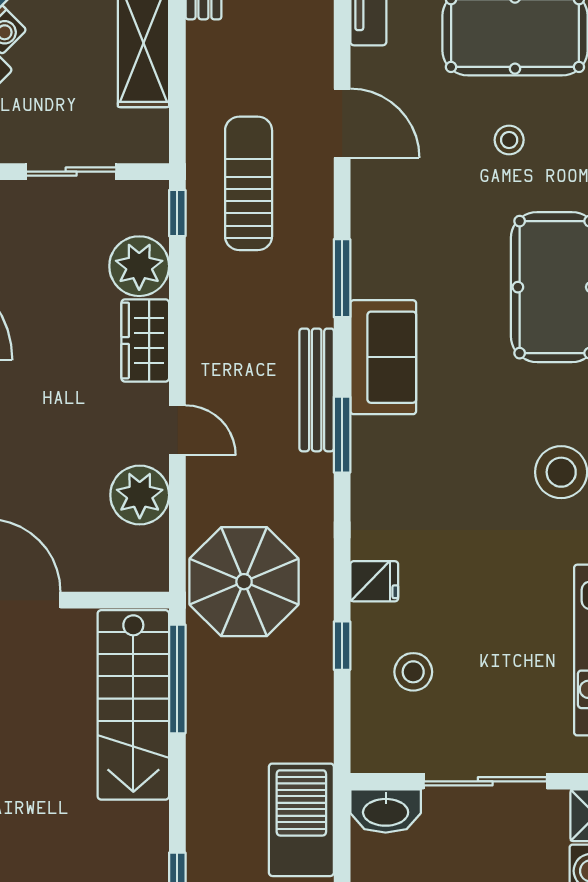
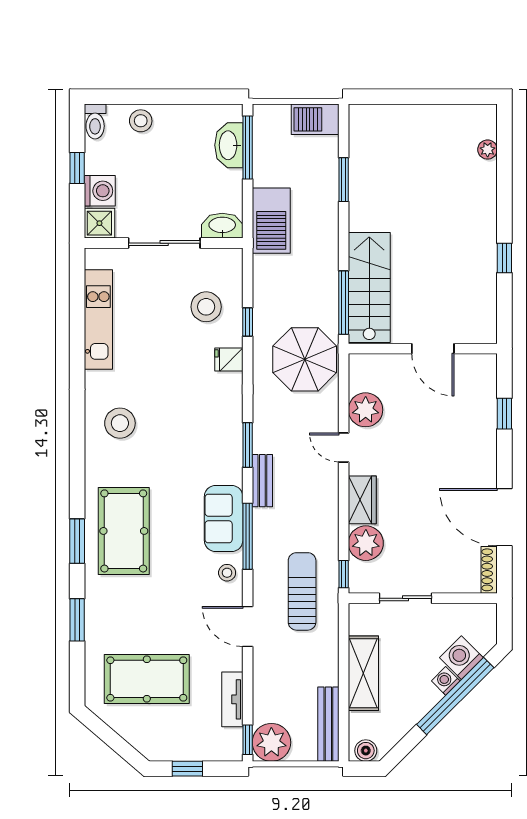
stool: (509, 140) -> (227, 573), moved
sun lounger: (249, 183) -> (302, 591), turned 180
window: (342, 278) -> (248, 536), width x1.44
sofa: (383, 357) -> (224, 518), moved
bench: (317, 390) -> (262, 481), width x0.73
stool: (413, 672) -> (206, 307), width x1.38, depth x1.38

